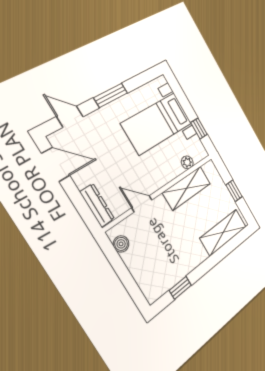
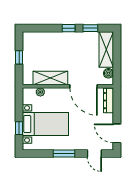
window: (199, 128) -> (19, 128), moved
door: (142, 204) -> (84, 86), width x1.87
shelving: (223, 232) -> (106, 50), moved, turned 90
window: (204, 267) -> (69, 28), added

